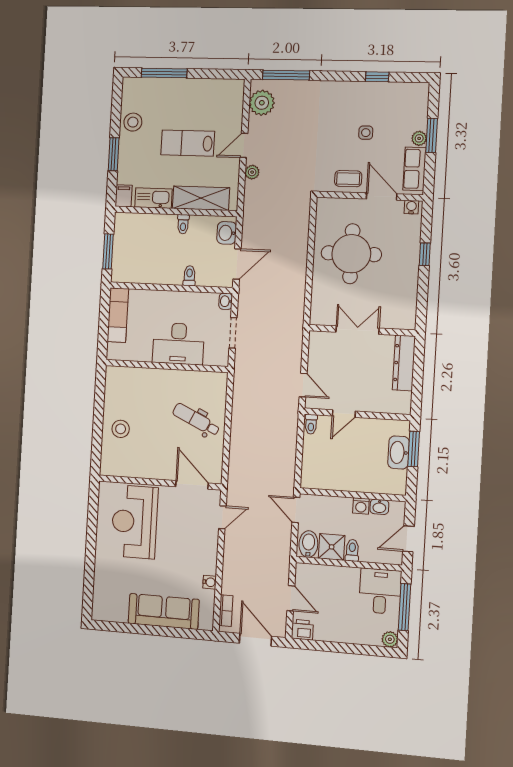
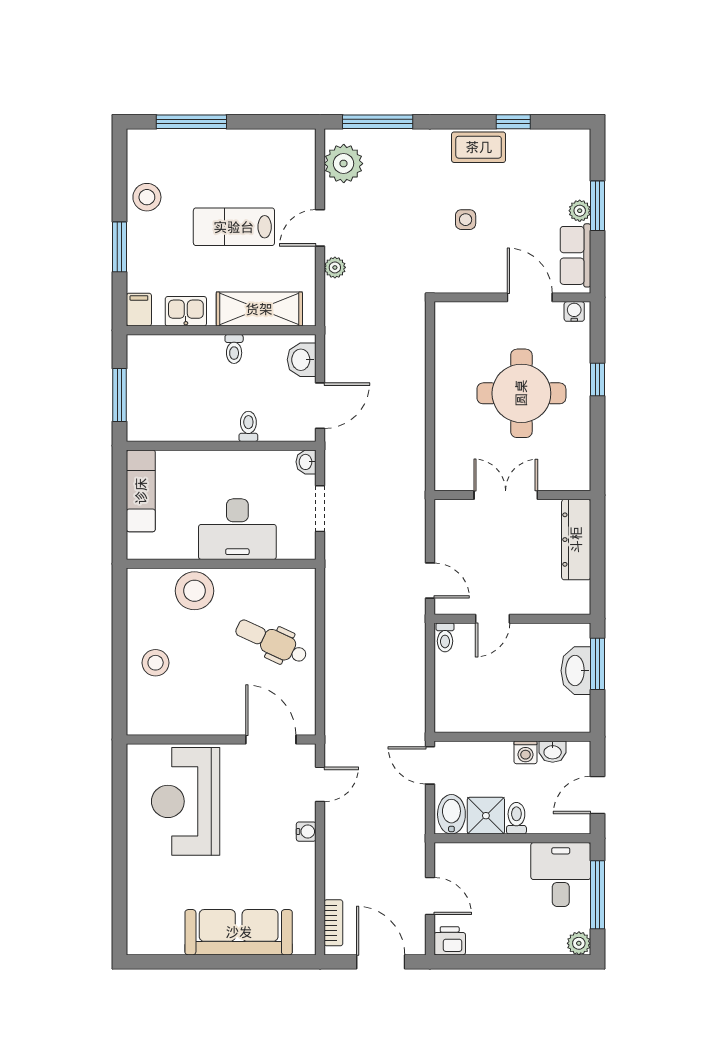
side table: (366, 133) -> (466, 220), moved
coffee table: (348, 179) -> (479, 147), moved, width x1.36, depth x1.30
kitchen sink: (153, 198) -> (186, 311), width x0.73
round table: (351, 254) -> (521, 393), moved
stool: (148, 383) -> (194, 591), added
water cooler: (210, 582) -> (306, 832), moved

